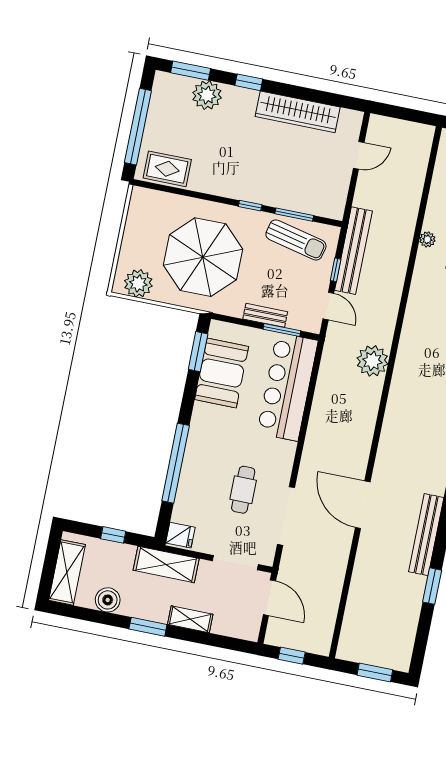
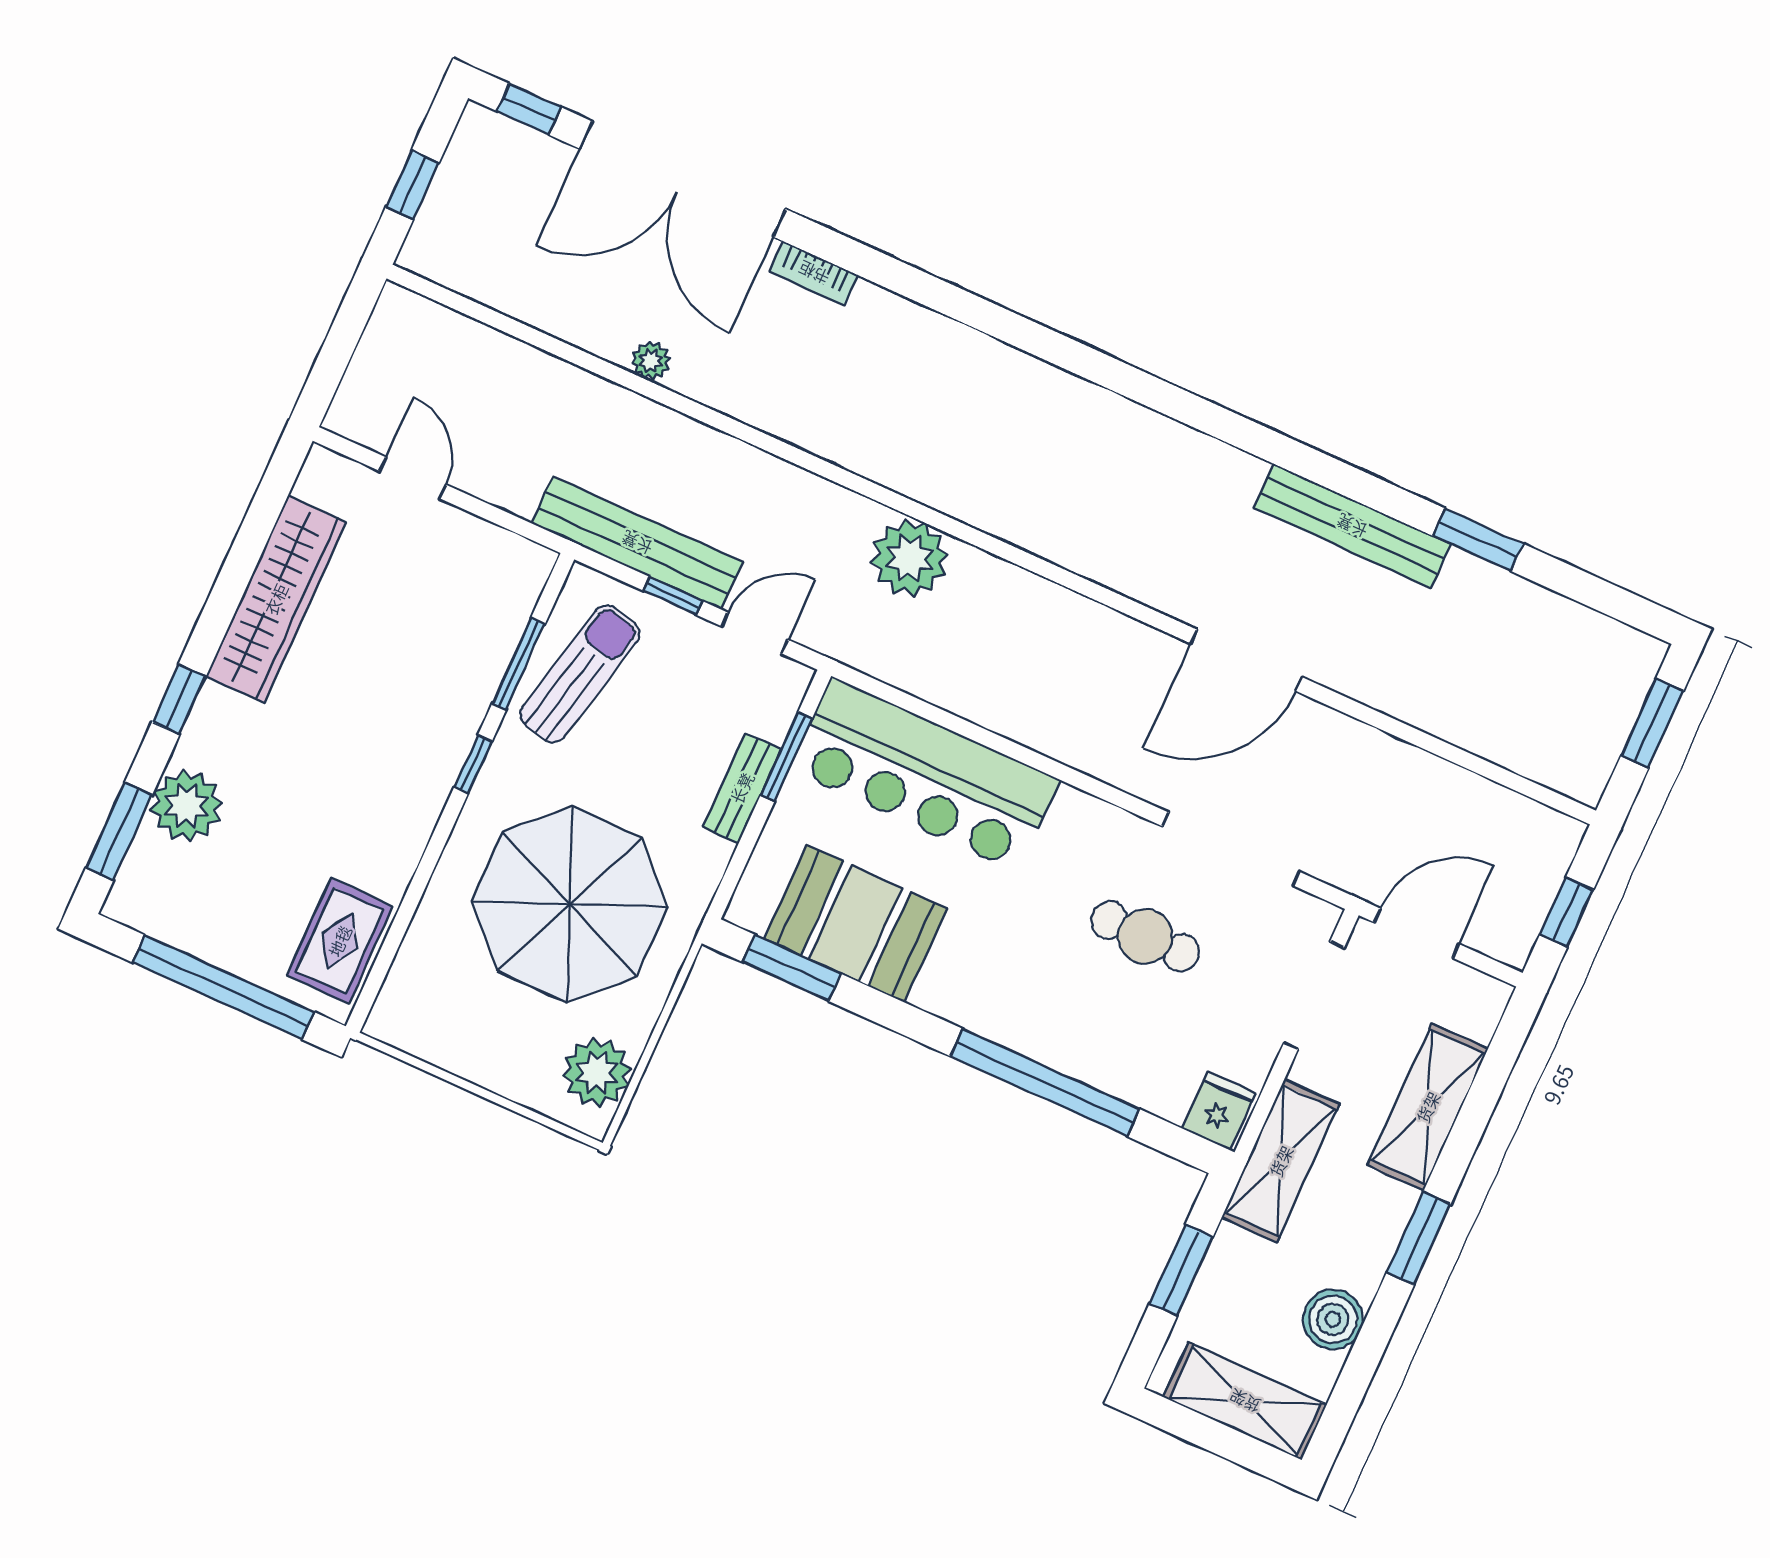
window: (113, 535) -> (1181, 1270), width x1.50
shelving: (190, 619) -> (1428, 1107), width x1.50, depth x1.33

